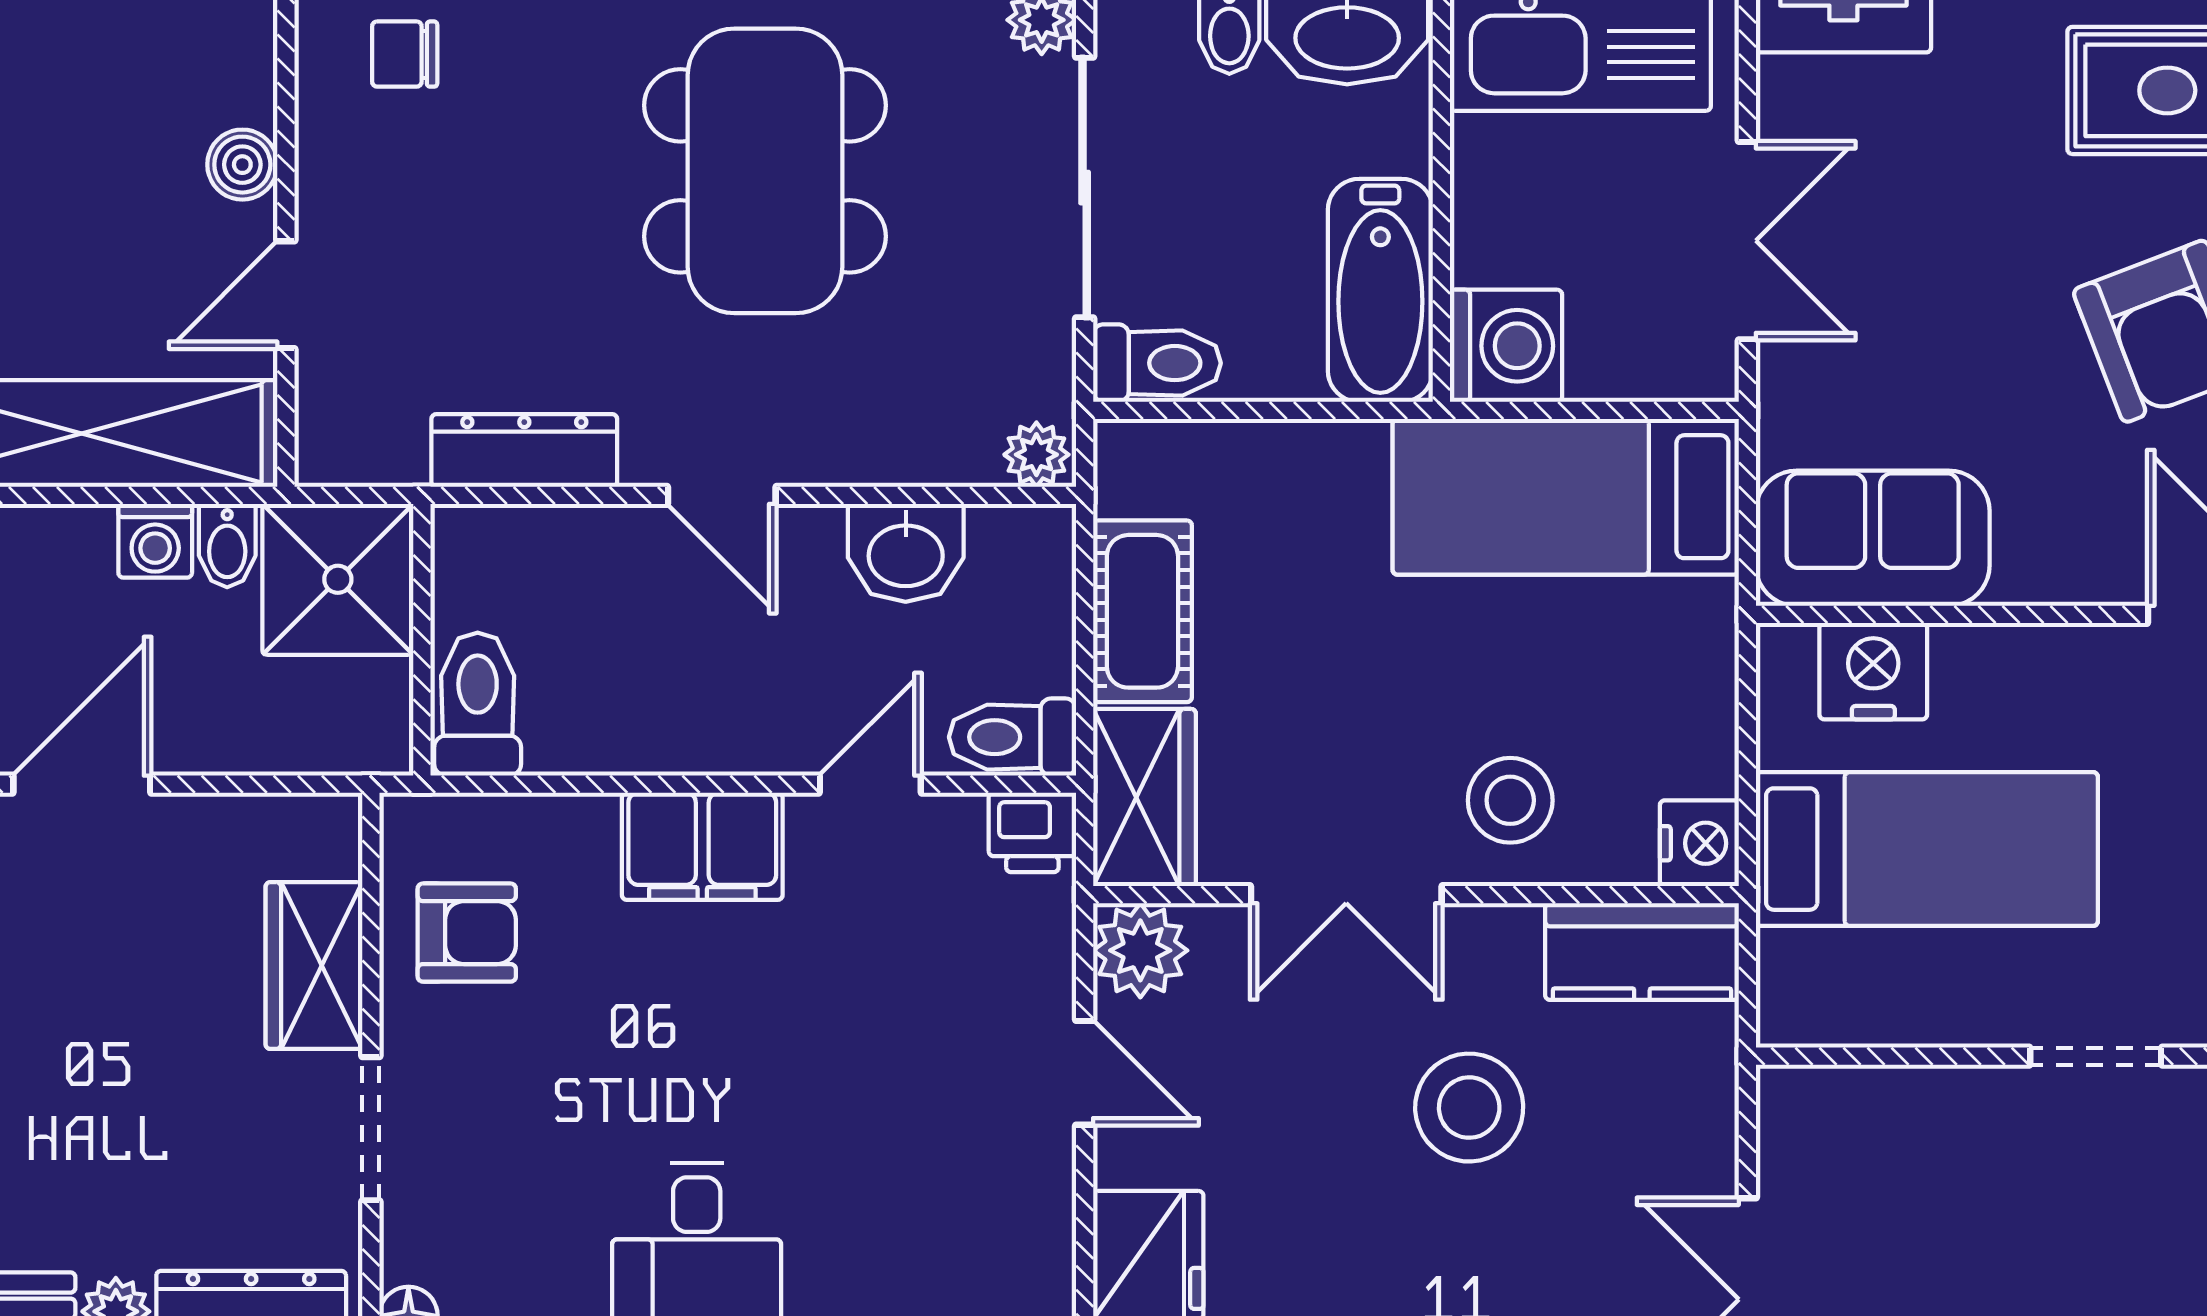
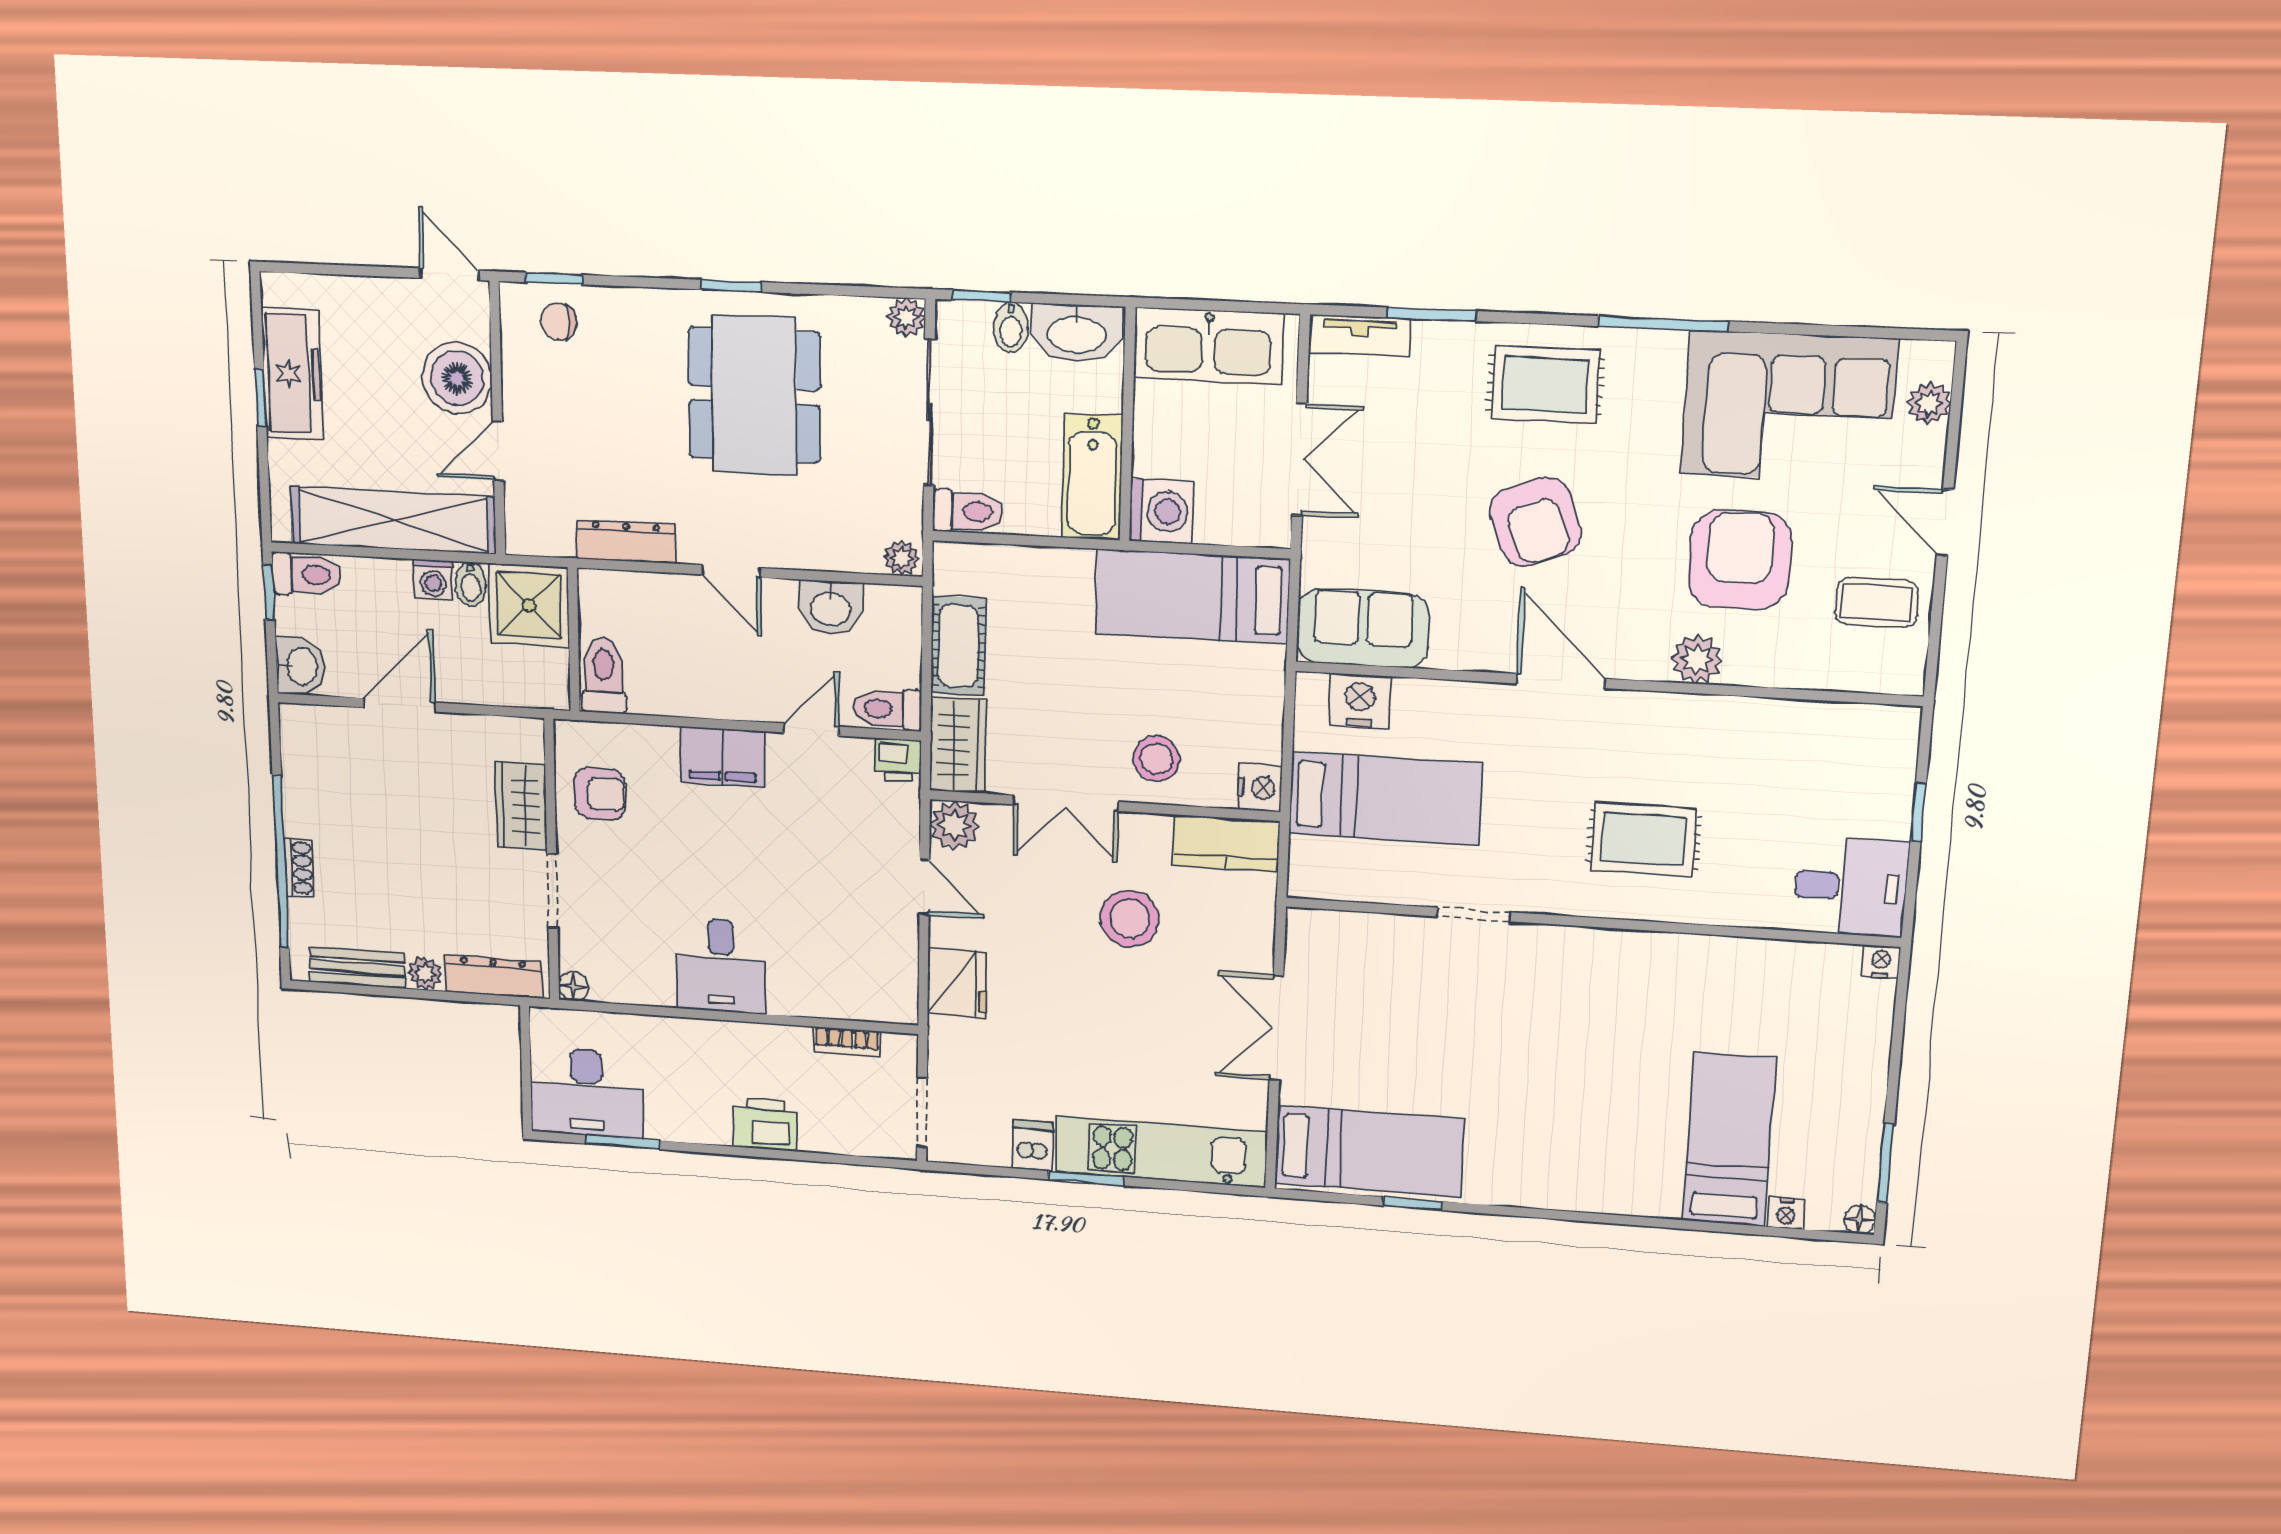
boiler: (242, 165) -> (457, 378), width x1.86, depth x1.86

